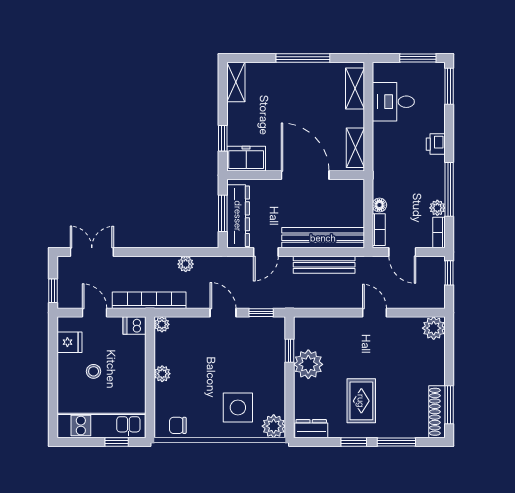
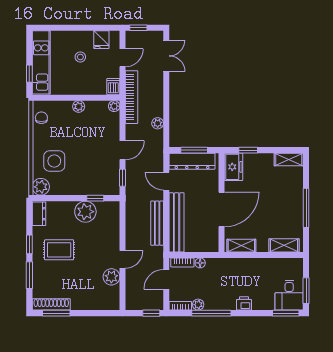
desk: (393, 102) -> (289, 295), moved, turned 180
plant: (434, 328) -> (111, 277), moved

